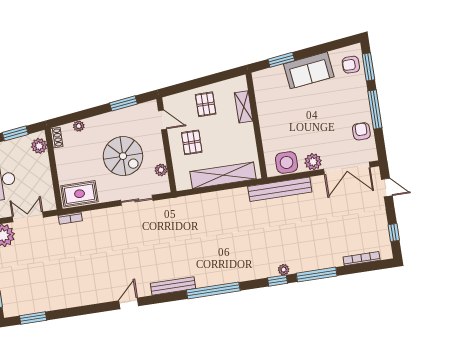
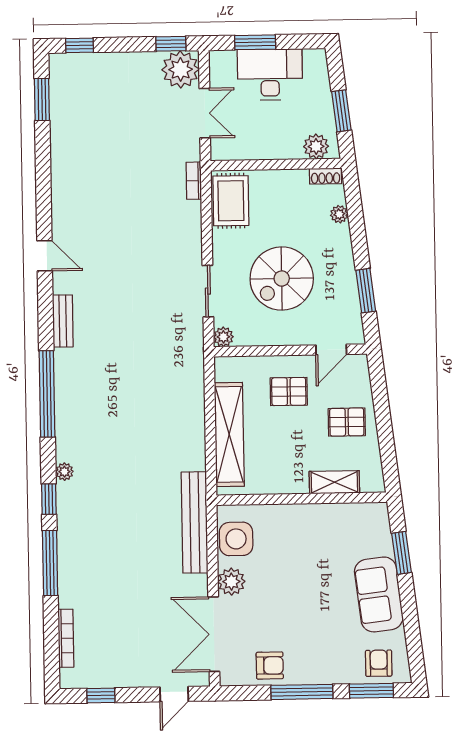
plant: (161, 170) -> (223, 337), moved
plant: (284, 270) -> (64, 472), moved
bench: (173, 286) -> (63, 321), width x0.73

